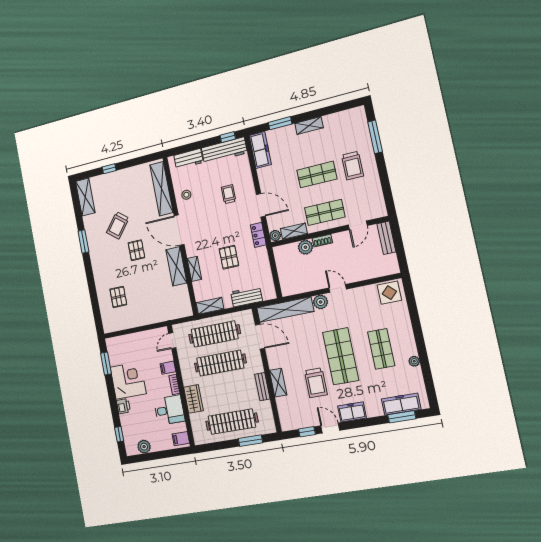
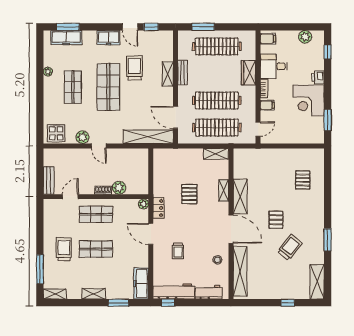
shelving: (294, 231) -> (55, 294), moved
workbench: (247, 297) -> (180, 155), removed
plant: (321, 302) -> (82, 137), moved

